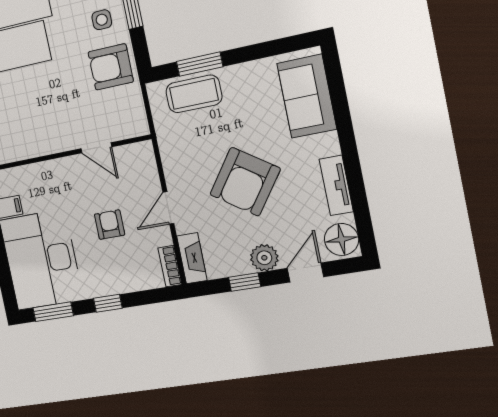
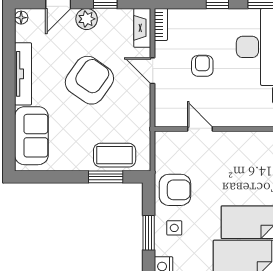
tv unit: (336, 185) -> (23, 74), width x1.41
door: (168, 208) -> (153, 71), swing flipped
armchair: (110, 225) -> (202, 66), turned 180
floor lamp: (341, 239) -> (21, 18), width x0.53, depth x0.53

